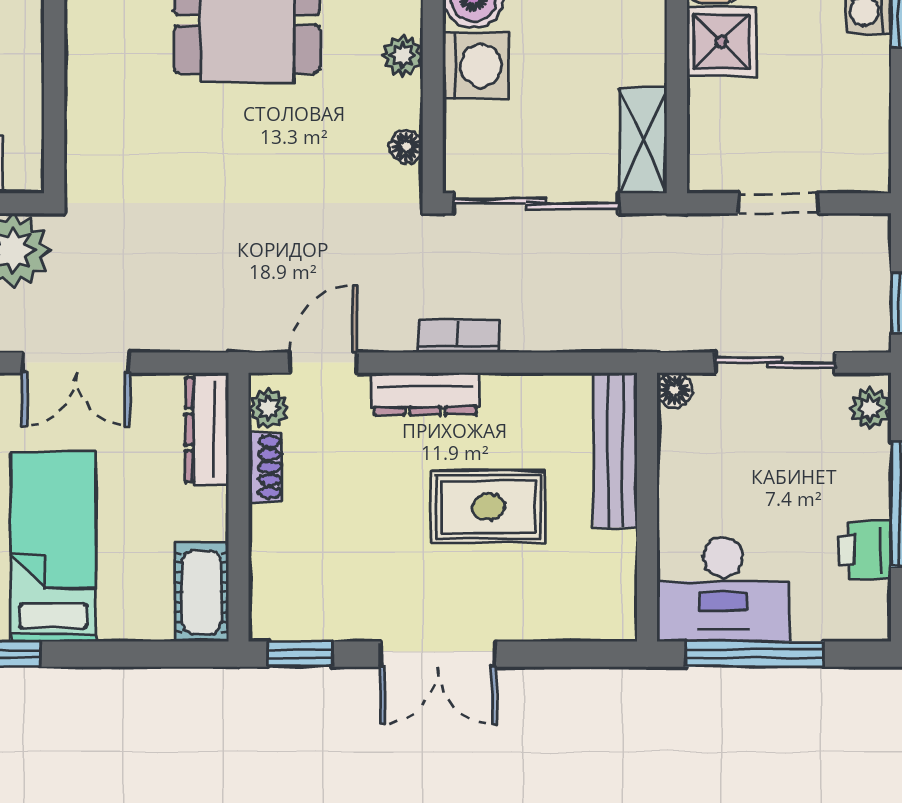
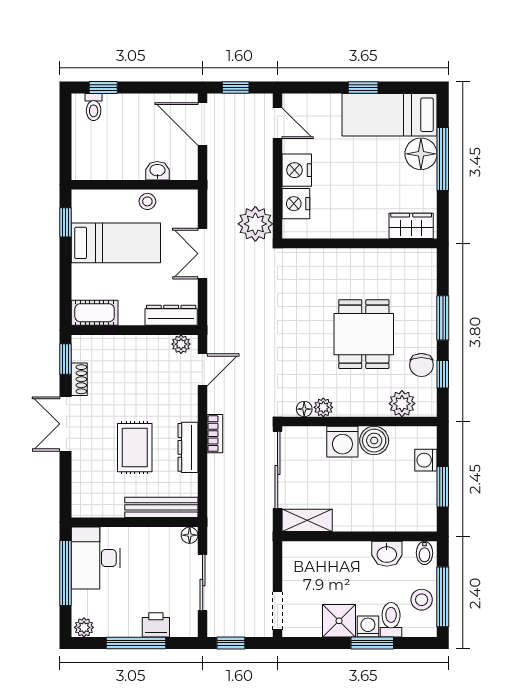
shower: (722, 42) -> (339, 621), moved
plant: (403, 55) -> (323, 407), moved
doorway: (778, 203) -> (278, 611), moved
door: (323, 363) -> (203, 370), hinge flipped
dresser: (425, 394) -> (188, 447), moved
plant: (870, 408) -> (84, 627), moved
shoe rack: (265, 467) -> (79, 379), moved, turned -90
printer: (865, 550) -> (156, 625), moved

